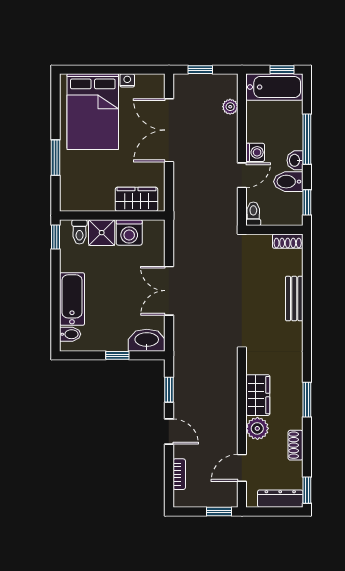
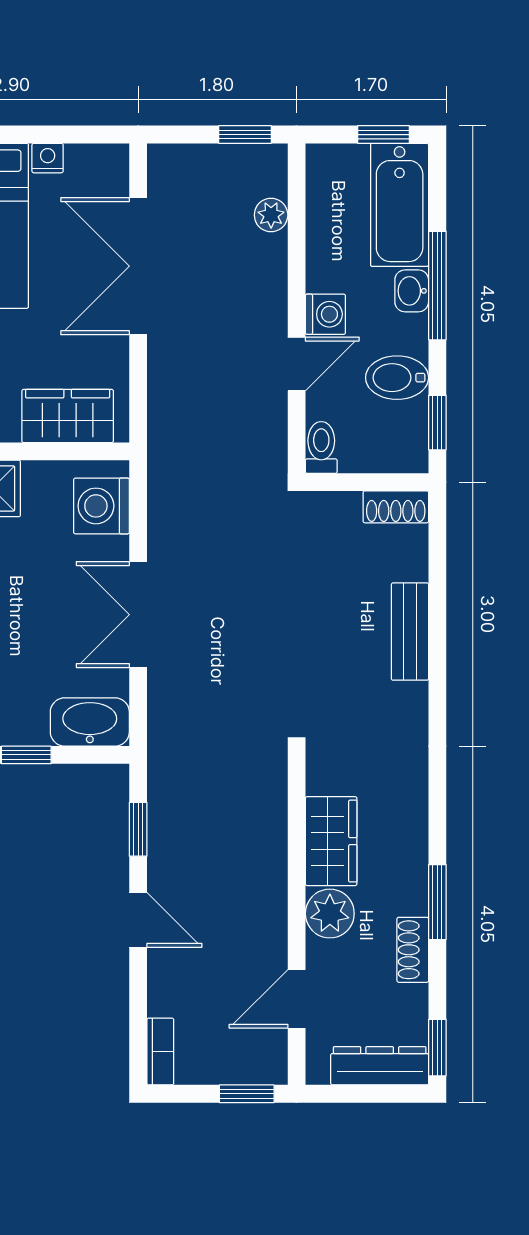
window: (200, 70) -> (245, 135), moved
bathtub: (274, 87) -> (400, 205), moved, turned 90
washbasin: (295, 160) -> (412, 291), moved
washing machine: (129, 232) -> (101, 506), moved, turned 90
window: (307, 400) -> (437, 902), moved
bookcase: (179, 474) -> (160, 1052), moved

